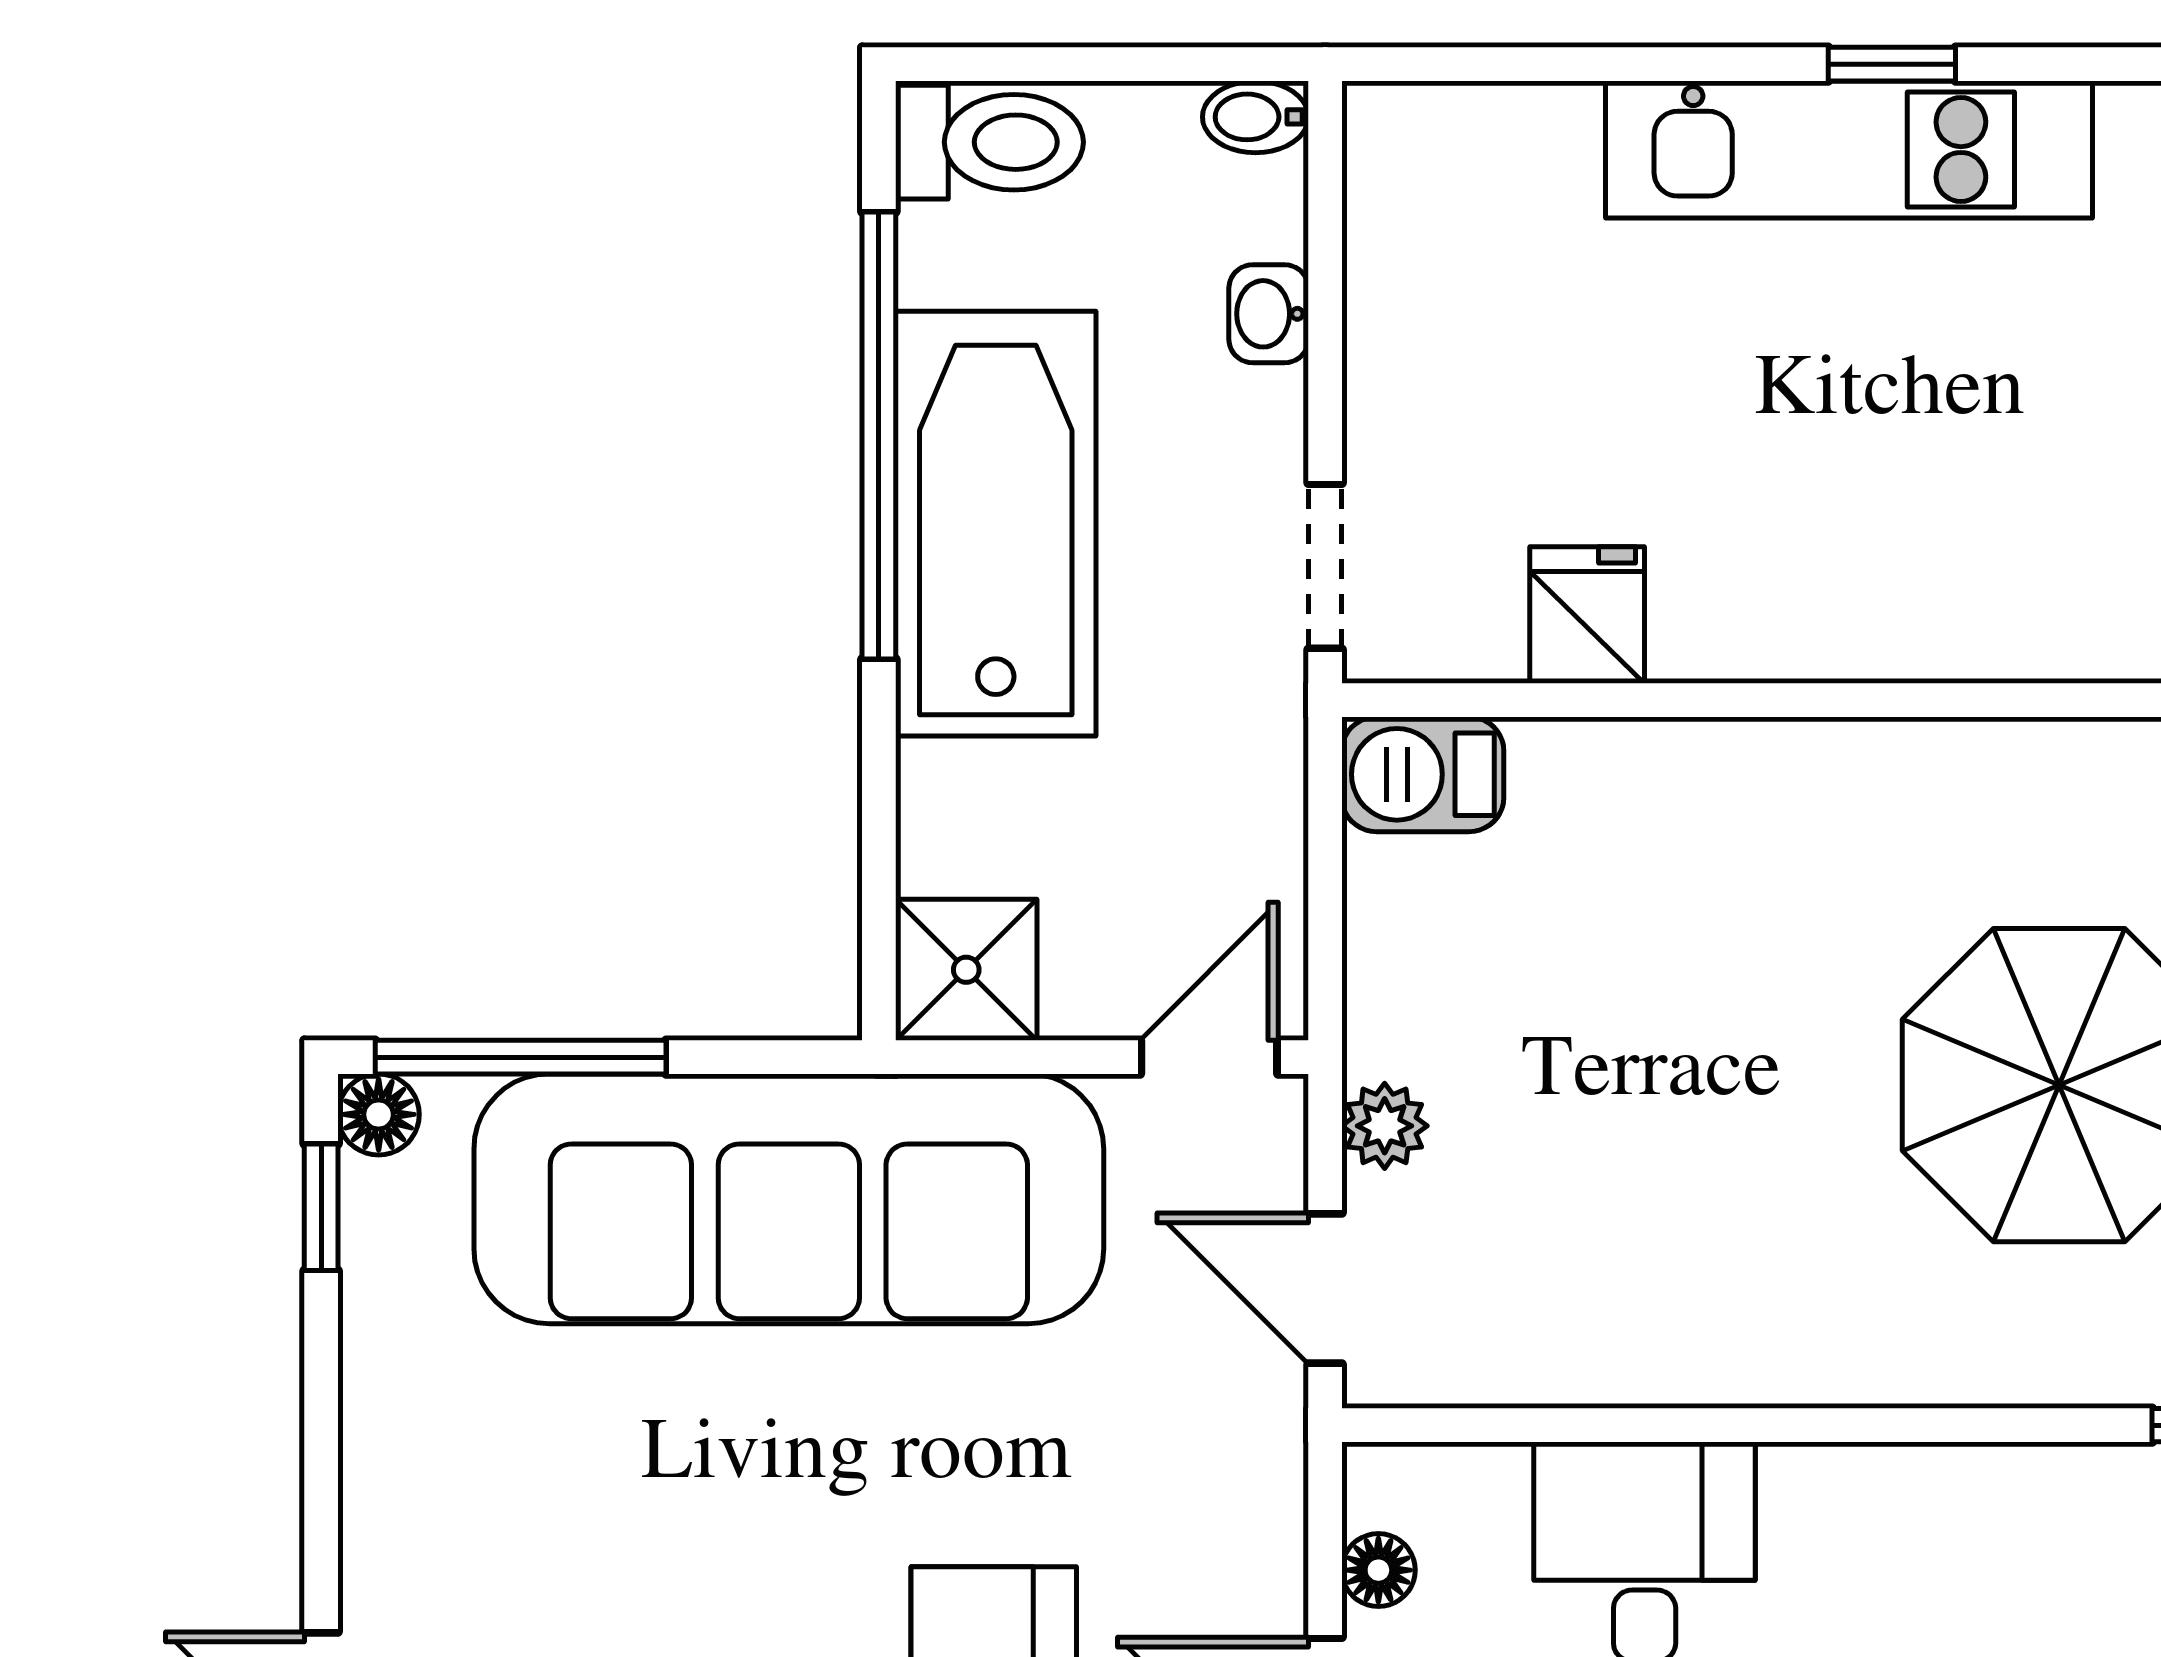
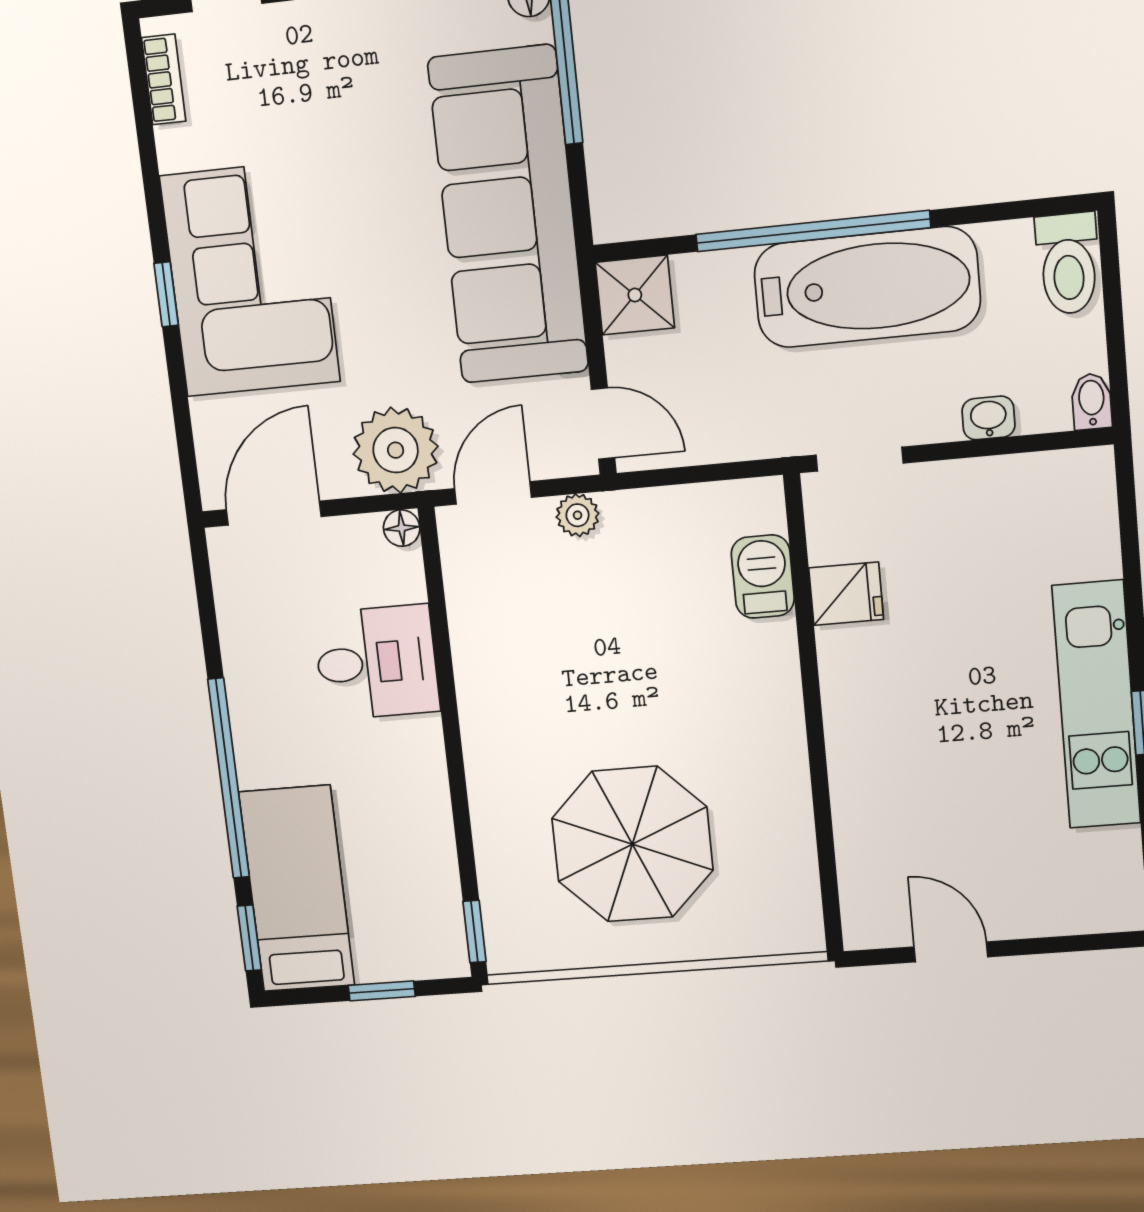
window: (879, 436) -> (813, 231), moved
barbecue: (1423, 774) -> (763, 577), moved
plant: (1223, 1473) -> (396, 450), added
floor lamp: (1378, 1570) -> (402, 528), moved

